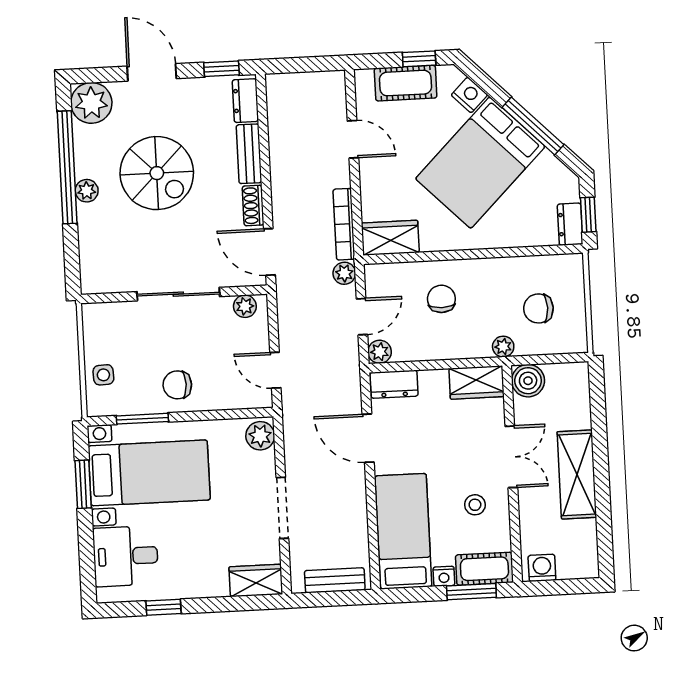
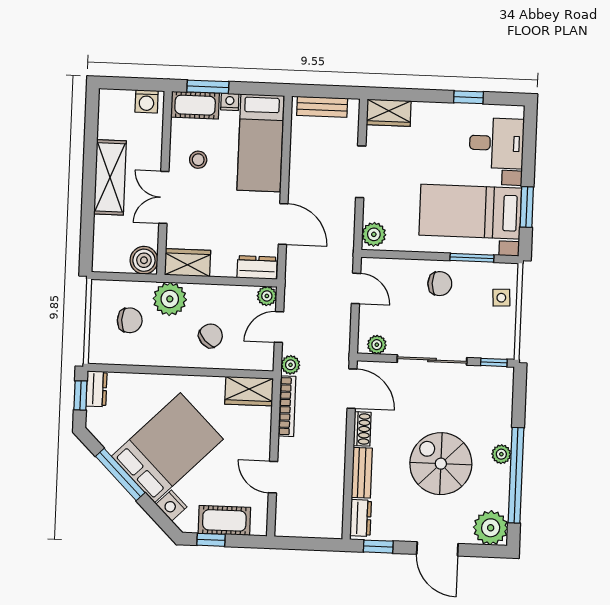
window: (105, 298) -> (494, 362), added
chair: (441, 299) -> (211, 336), turned -133
plant: (503, 347) -> (170, 299), width x1.88, depth x1.88

